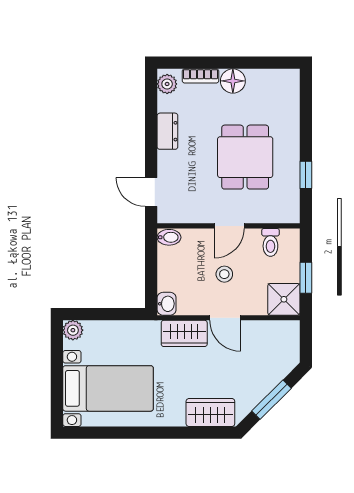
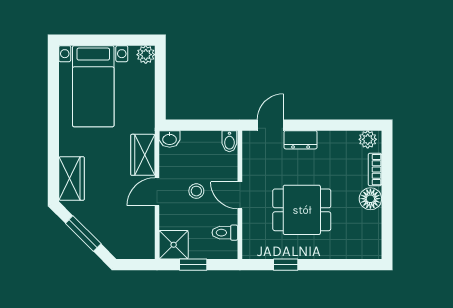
dresser: (167, 131) -> (301, 140), moved

